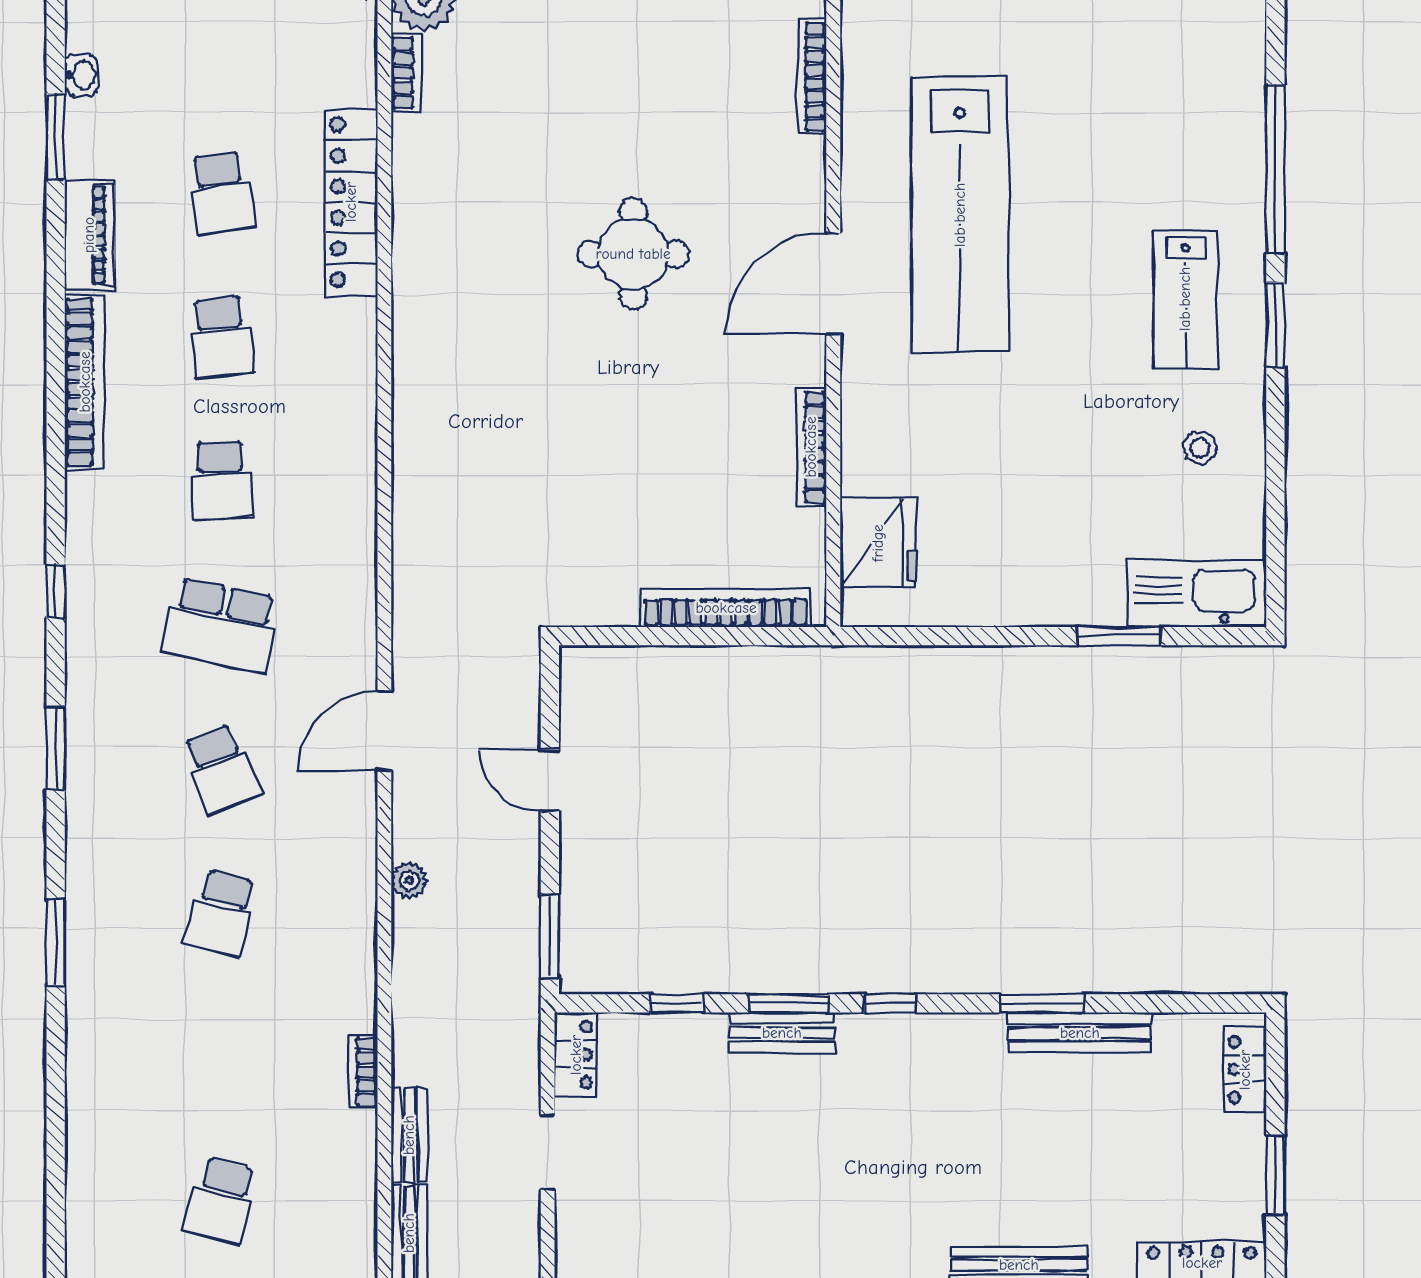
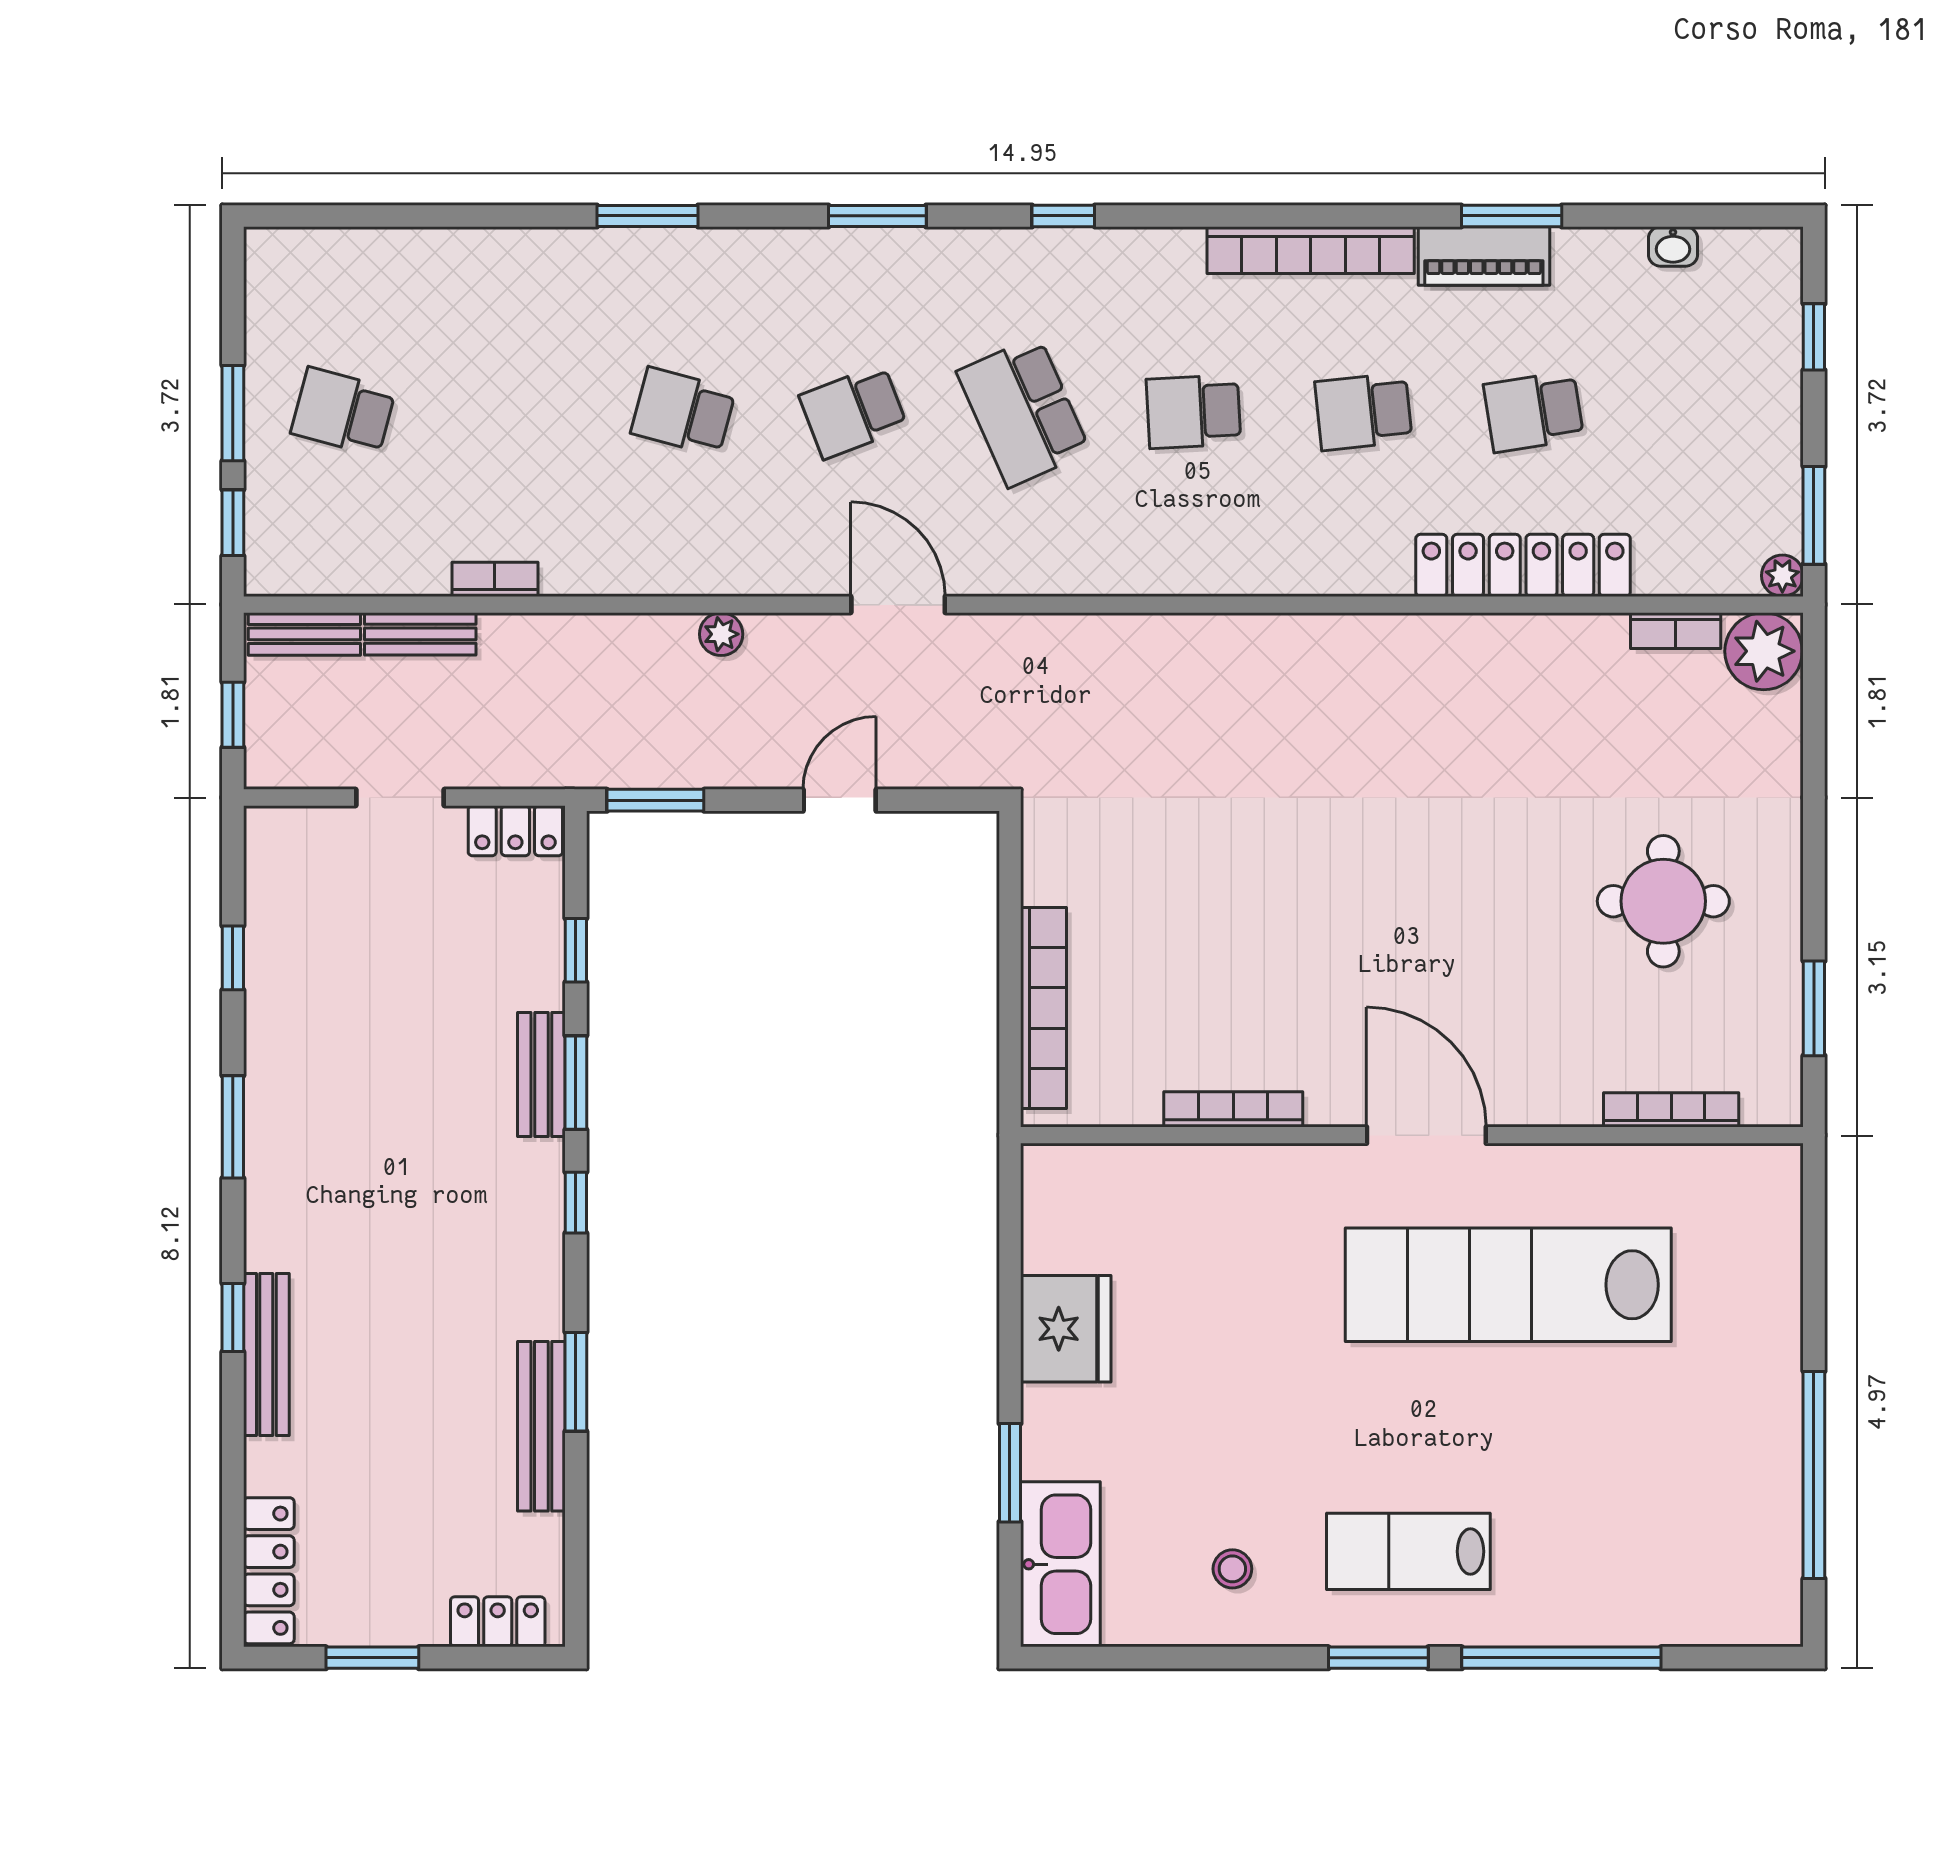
window: (56, 136) -> (1512, 216), moved
round table: (633, 254) -> (1663, 901), moved
fridge: (878, 543) -> (1066, 1329), moved, turned -90
school desk: (221, 625) -> (1023, 412), turned -36

